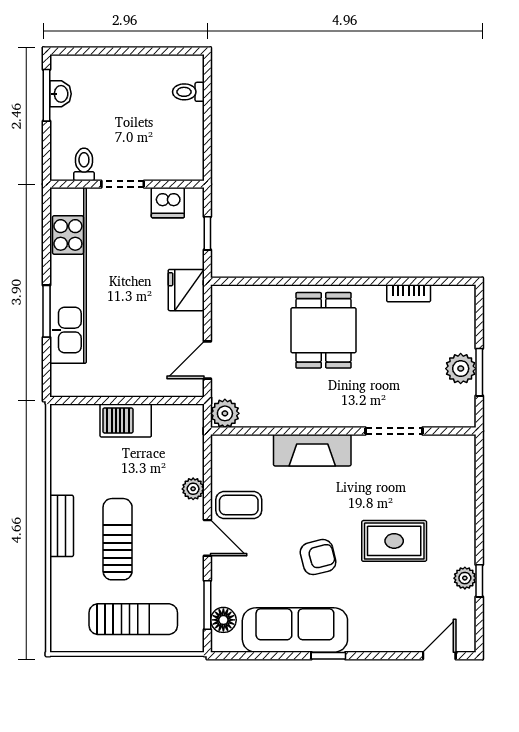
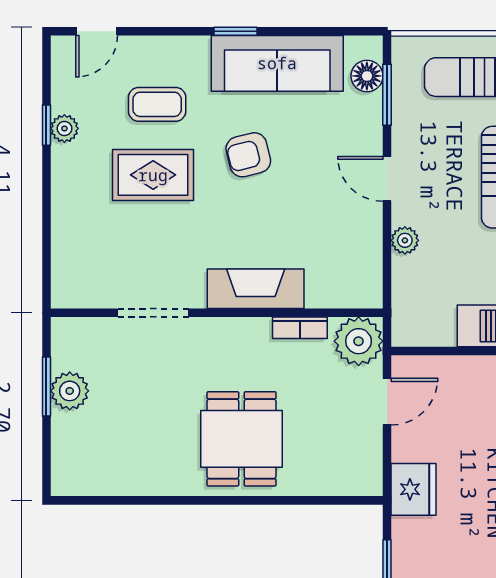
bookcase: (409, 293) -> (300, 328), moved, turned 180
plant: (225, 413) -> (359, 341), width x1.36, depth x1.36
coffee table: (239, 505) -> (157, 104), moved

